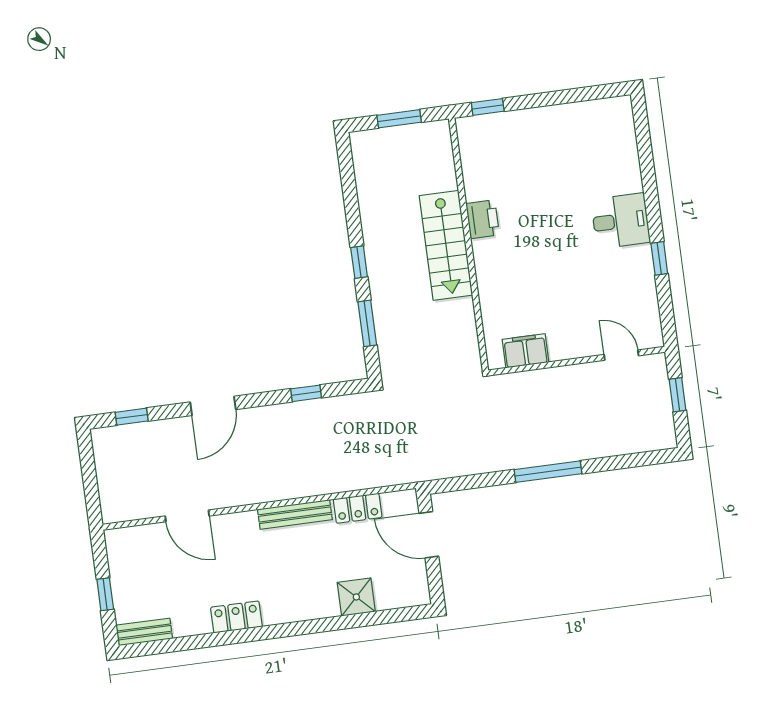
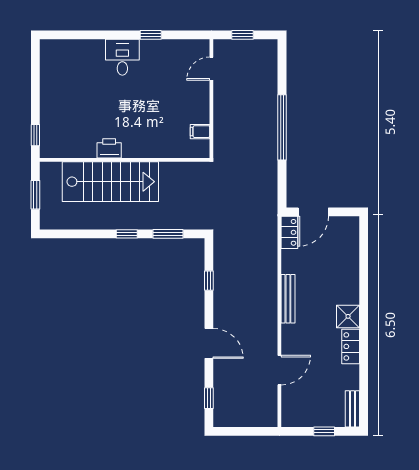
stairs: (446, 245) -> (110, 182), width x1.36, depth x1.51
filing cabinet: (525, 351) -> (200, 132), width x0.50
window: (548, 472) -> (282, 127), width x1.46
locker: (358, 508) -> (289, 232), moved
shower: (356, 597) -> (348, 316), moved

